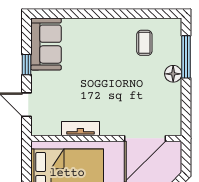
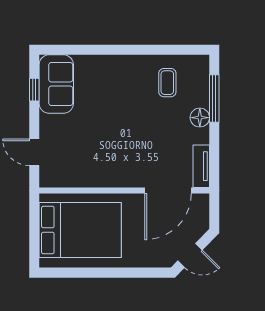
window: (27, 65) -> (34, 90), moved
tv unit: (80, 129) -> (201, 166), moved, turned -90

